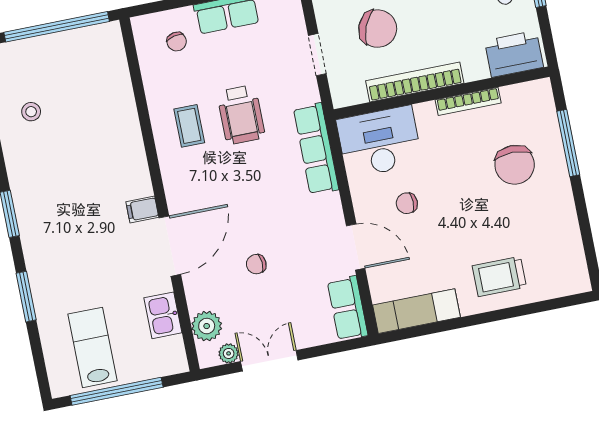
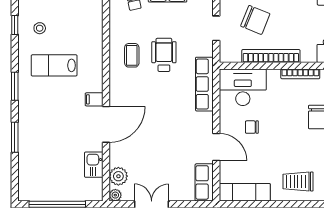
wheelchair: (241, 115) -> (164, 55), turned 180
chair: (256, 264) -> (155, 145), removed
lab bench: (93, 347) -> (54, 65), moved, turned -90
plant: (229, 353) -> (115, 195), moved

